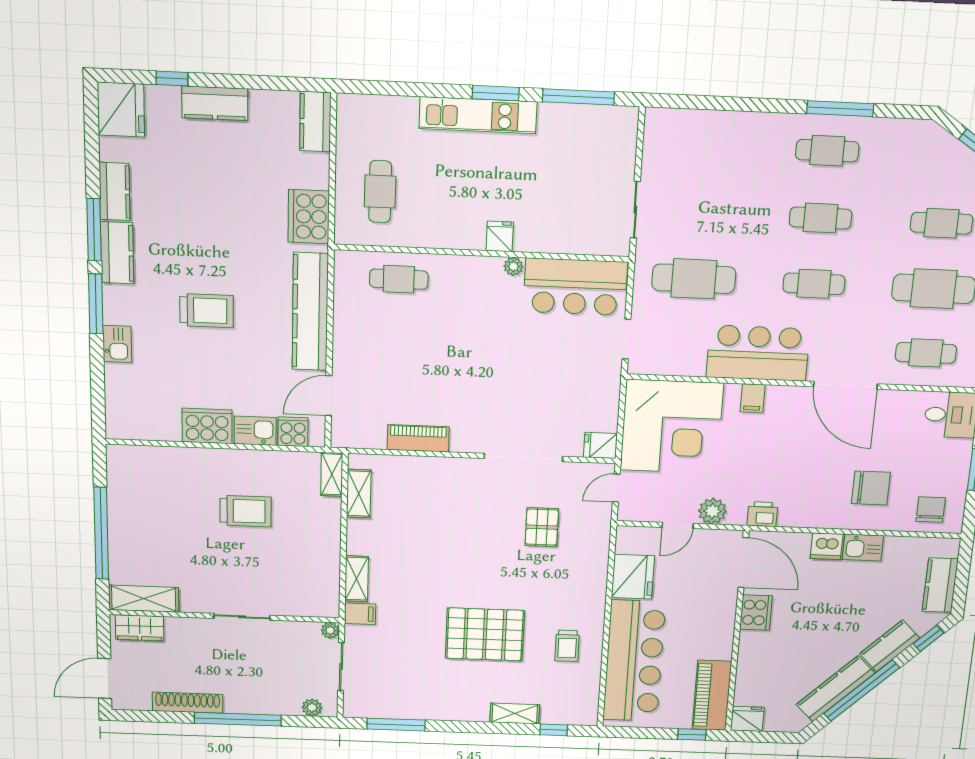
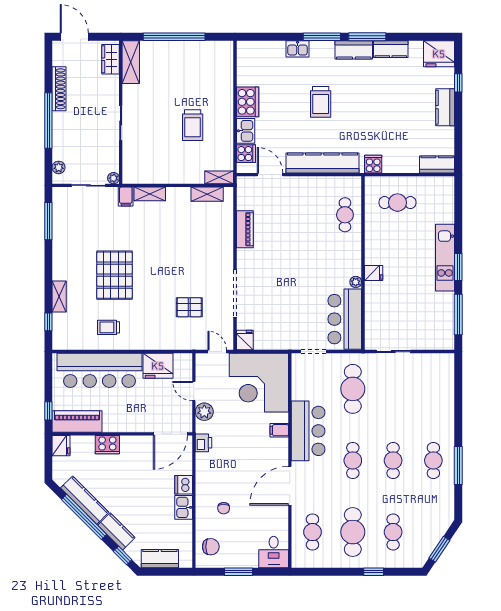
cooker: (309, 217) -> (373, 164), width x0.53, depth x0.76
chair: (871, 488) -> (224, 508), width x0.54, depth x0.54
cooker: (756, 613) -> (107, 445), moved

